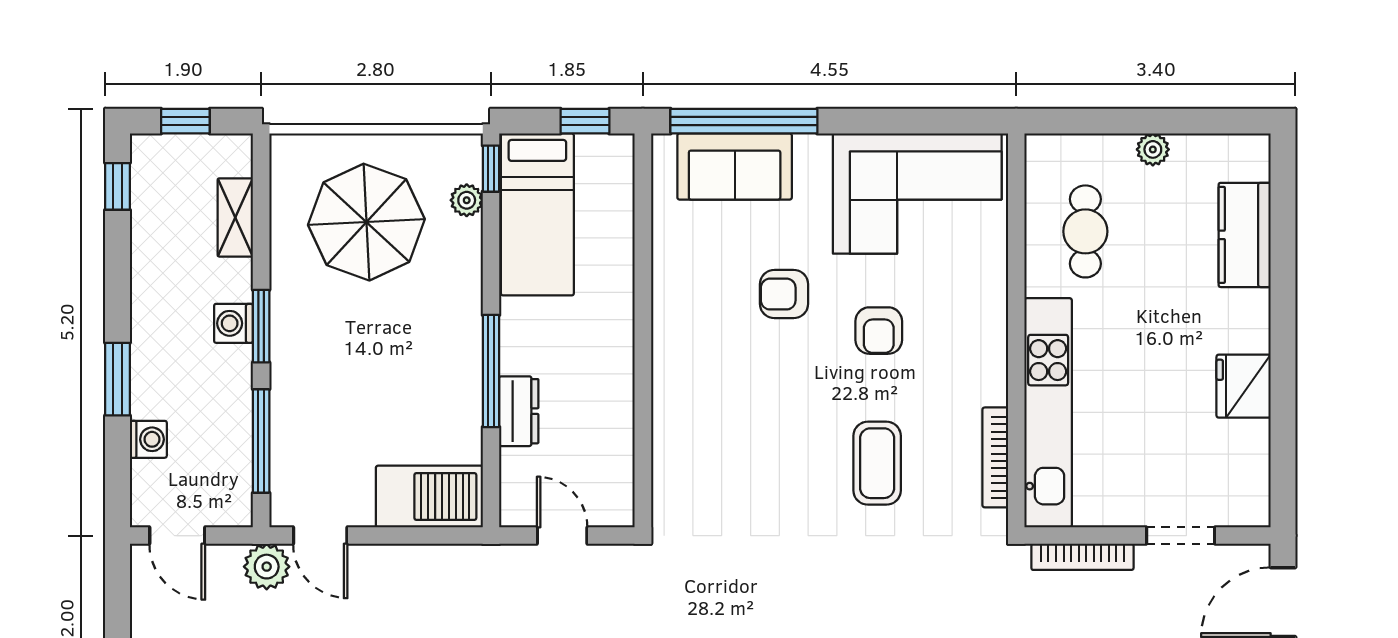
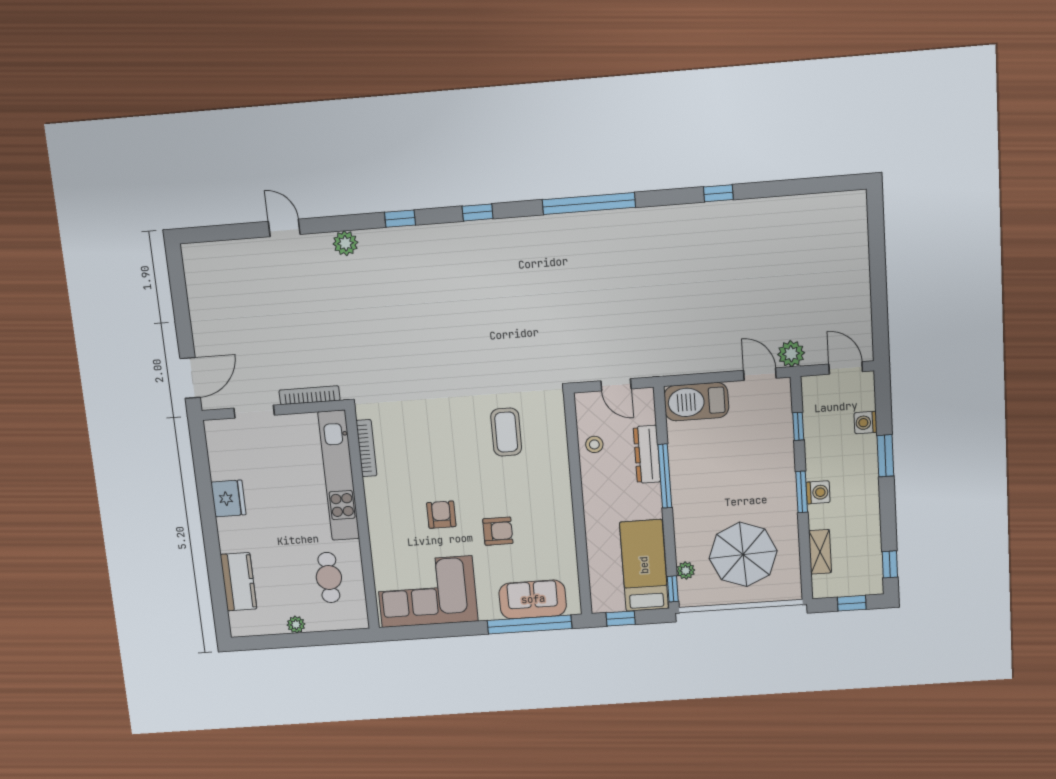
dresser: (519, 411) -> (647, 454), width x1.44
stool: (606, 435) -> (594, 444), added
window: (261, 441) -> (798, 426), width x0.46
coffee table: (877, 463) -> (506, 432), moved

